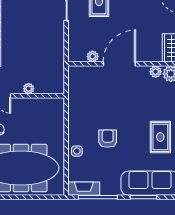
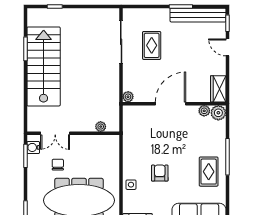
plant: (93, 56) -> (128, 97), moved
plant: (29, 89) -> (101, 127), moved

